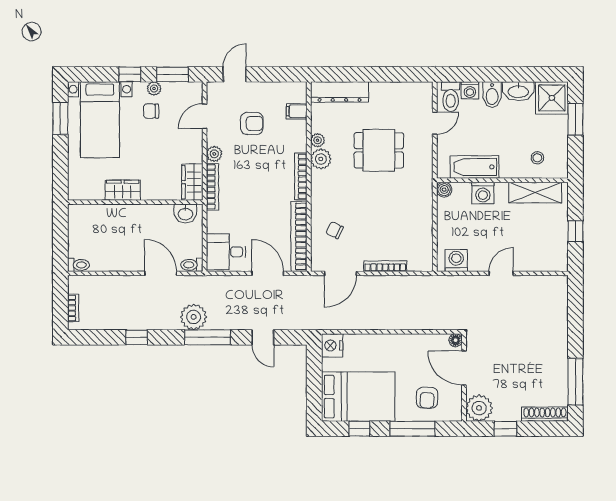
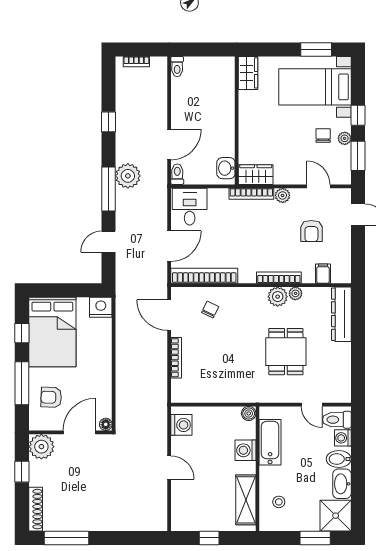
bookcase: (301, 176) -> (279, 278), moved
wardrobe: (123, 190) -> (248, 73), moved

